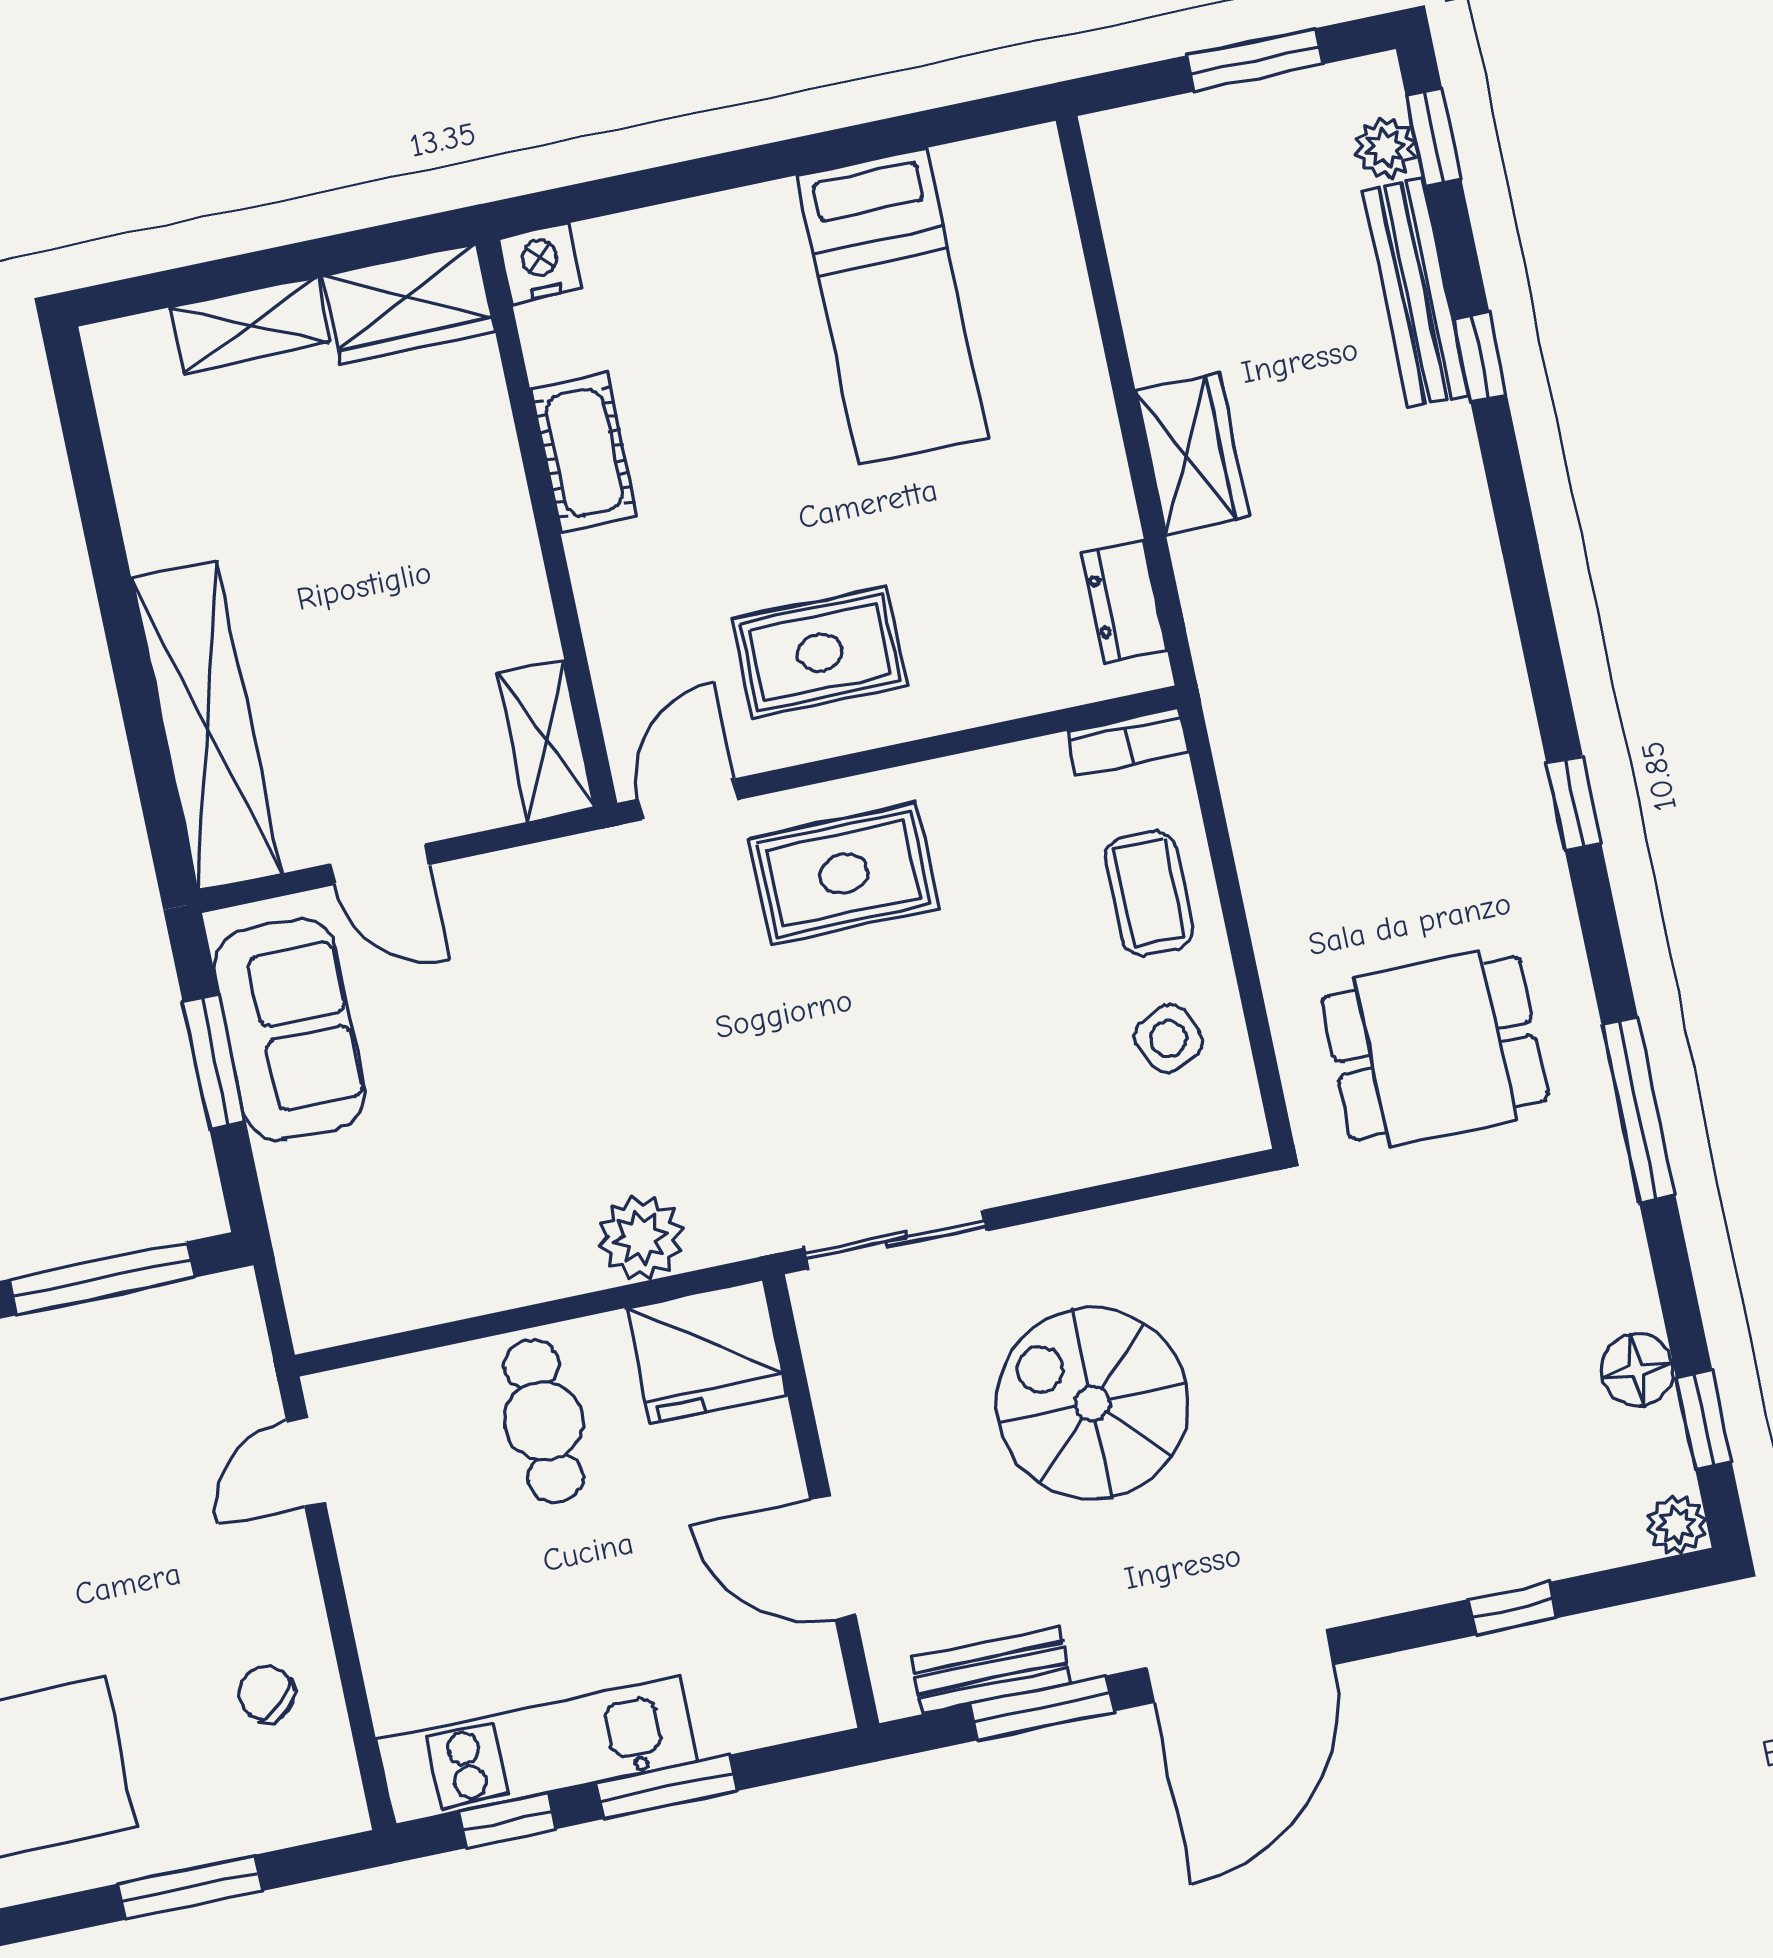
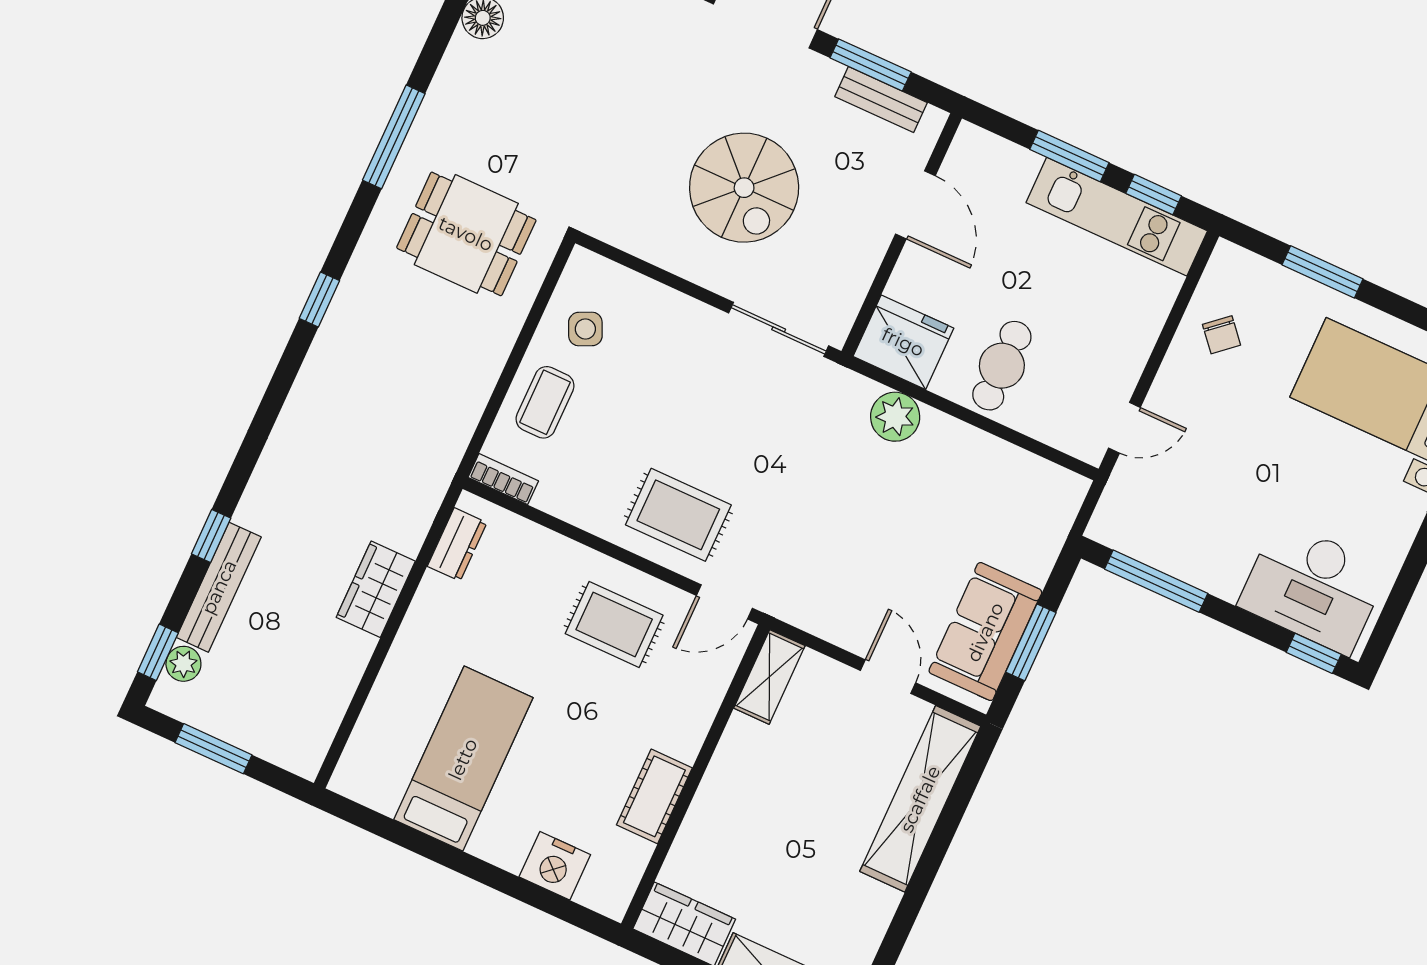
nightstand: (540, 263) -> (555, 866), moved, width x1.36, depth x1.33

